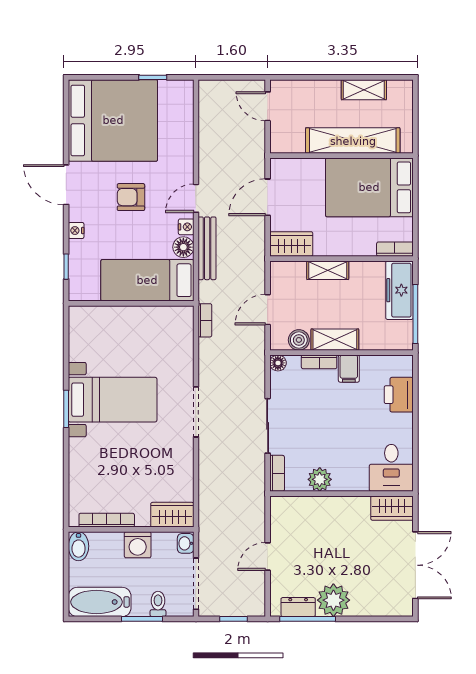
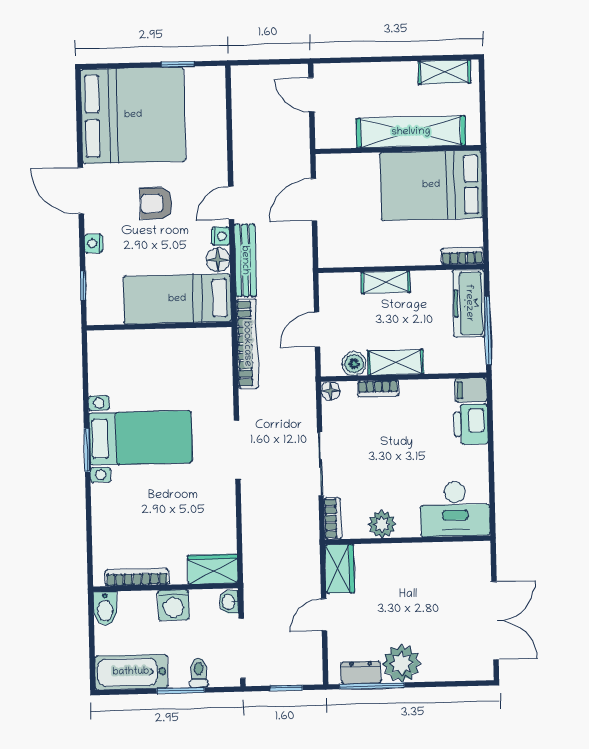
shelving: (364, 90) -> (444, 72), moved
wardrobe: (291, 244) -> (343, 253), removed
bookcase: (205, 320) -> (247, 344), width x2.31, depth x1.31
filing cabinet: (349, 369) -> (471, 390), moved, turned 90
desk: (391, 468) -> (455, 509), width x1.37
wardrobe: (392, 508) -> (340, 569), moved, turned -90

